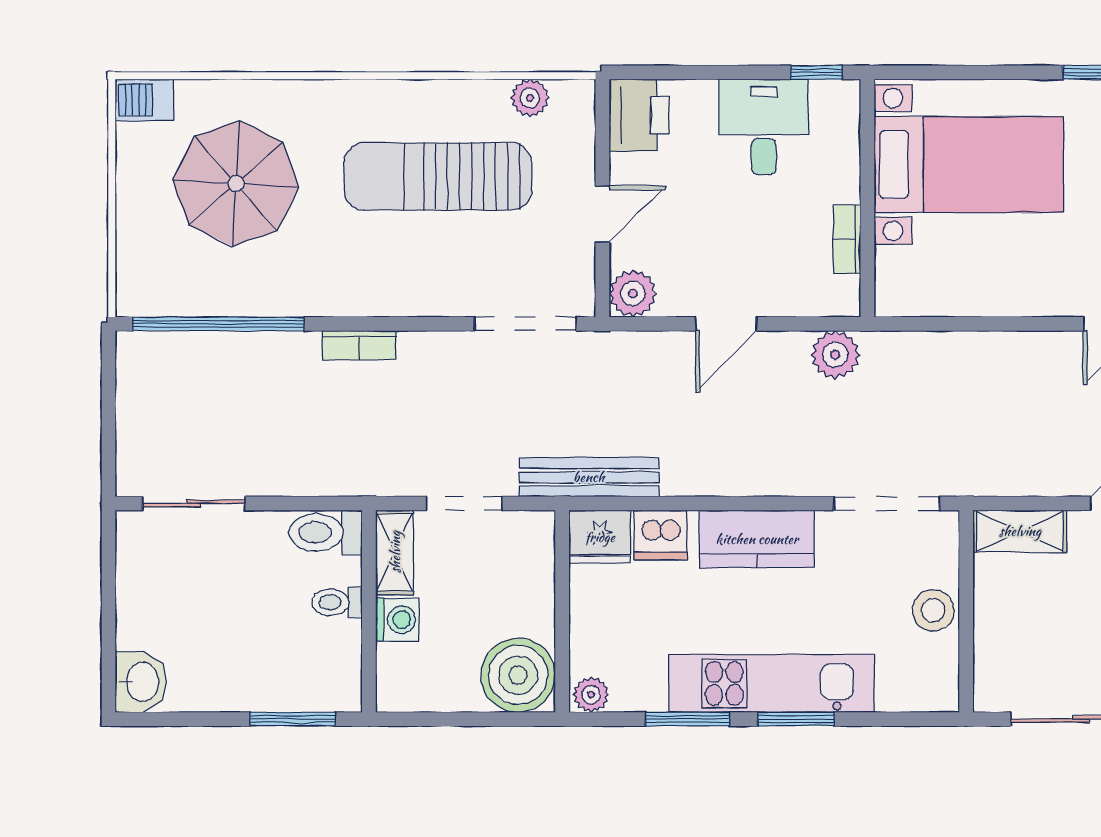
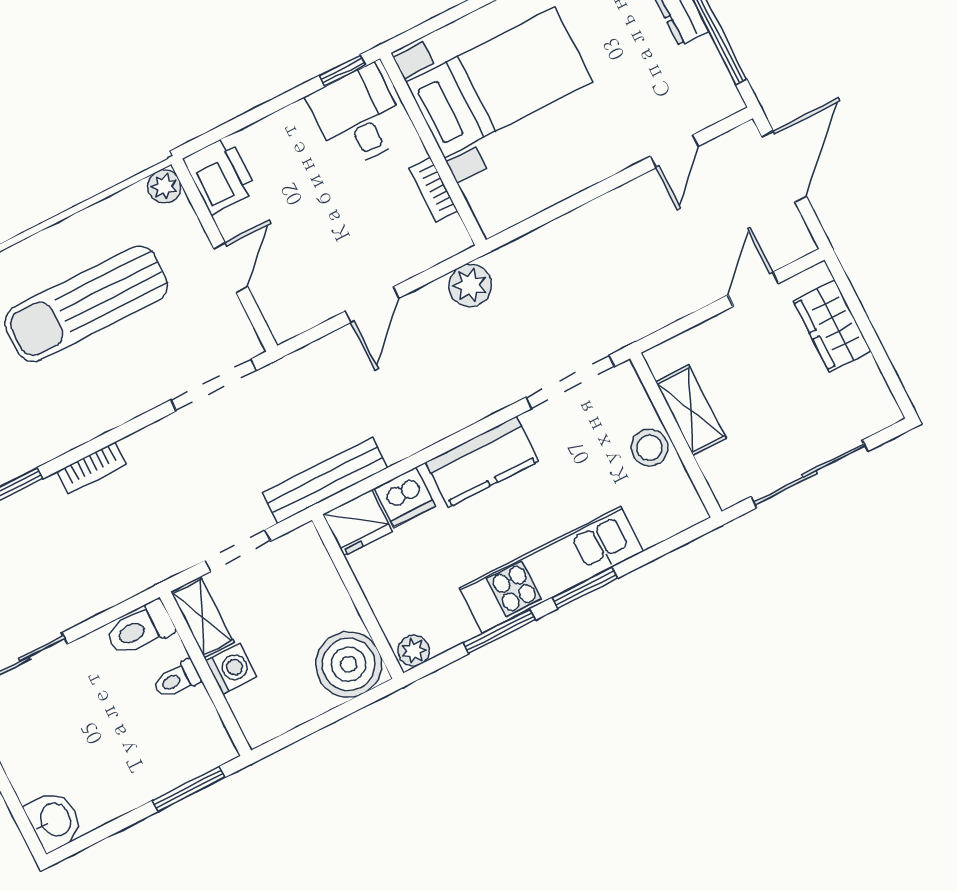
plant: (530, 98) -> (164, 186), moved
desk: (764, 127) -> (358, 117), moved
plant: (633, 293) -> (286, 318), removed
shelving: (1020, 531) -> (691, 410), moved, turned 90

